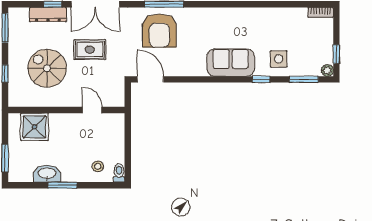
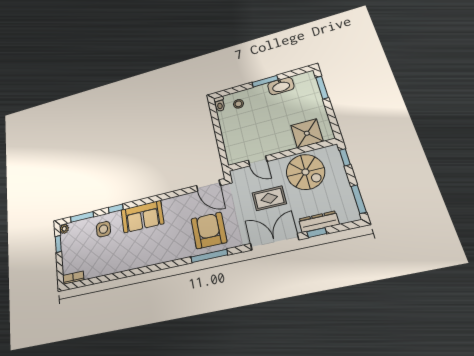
wall: (66, 110) -> (281, 155), moved
door: (92, 110) -> (258, 161), moved
shower: (34, 127) -> (307, 133), moved

